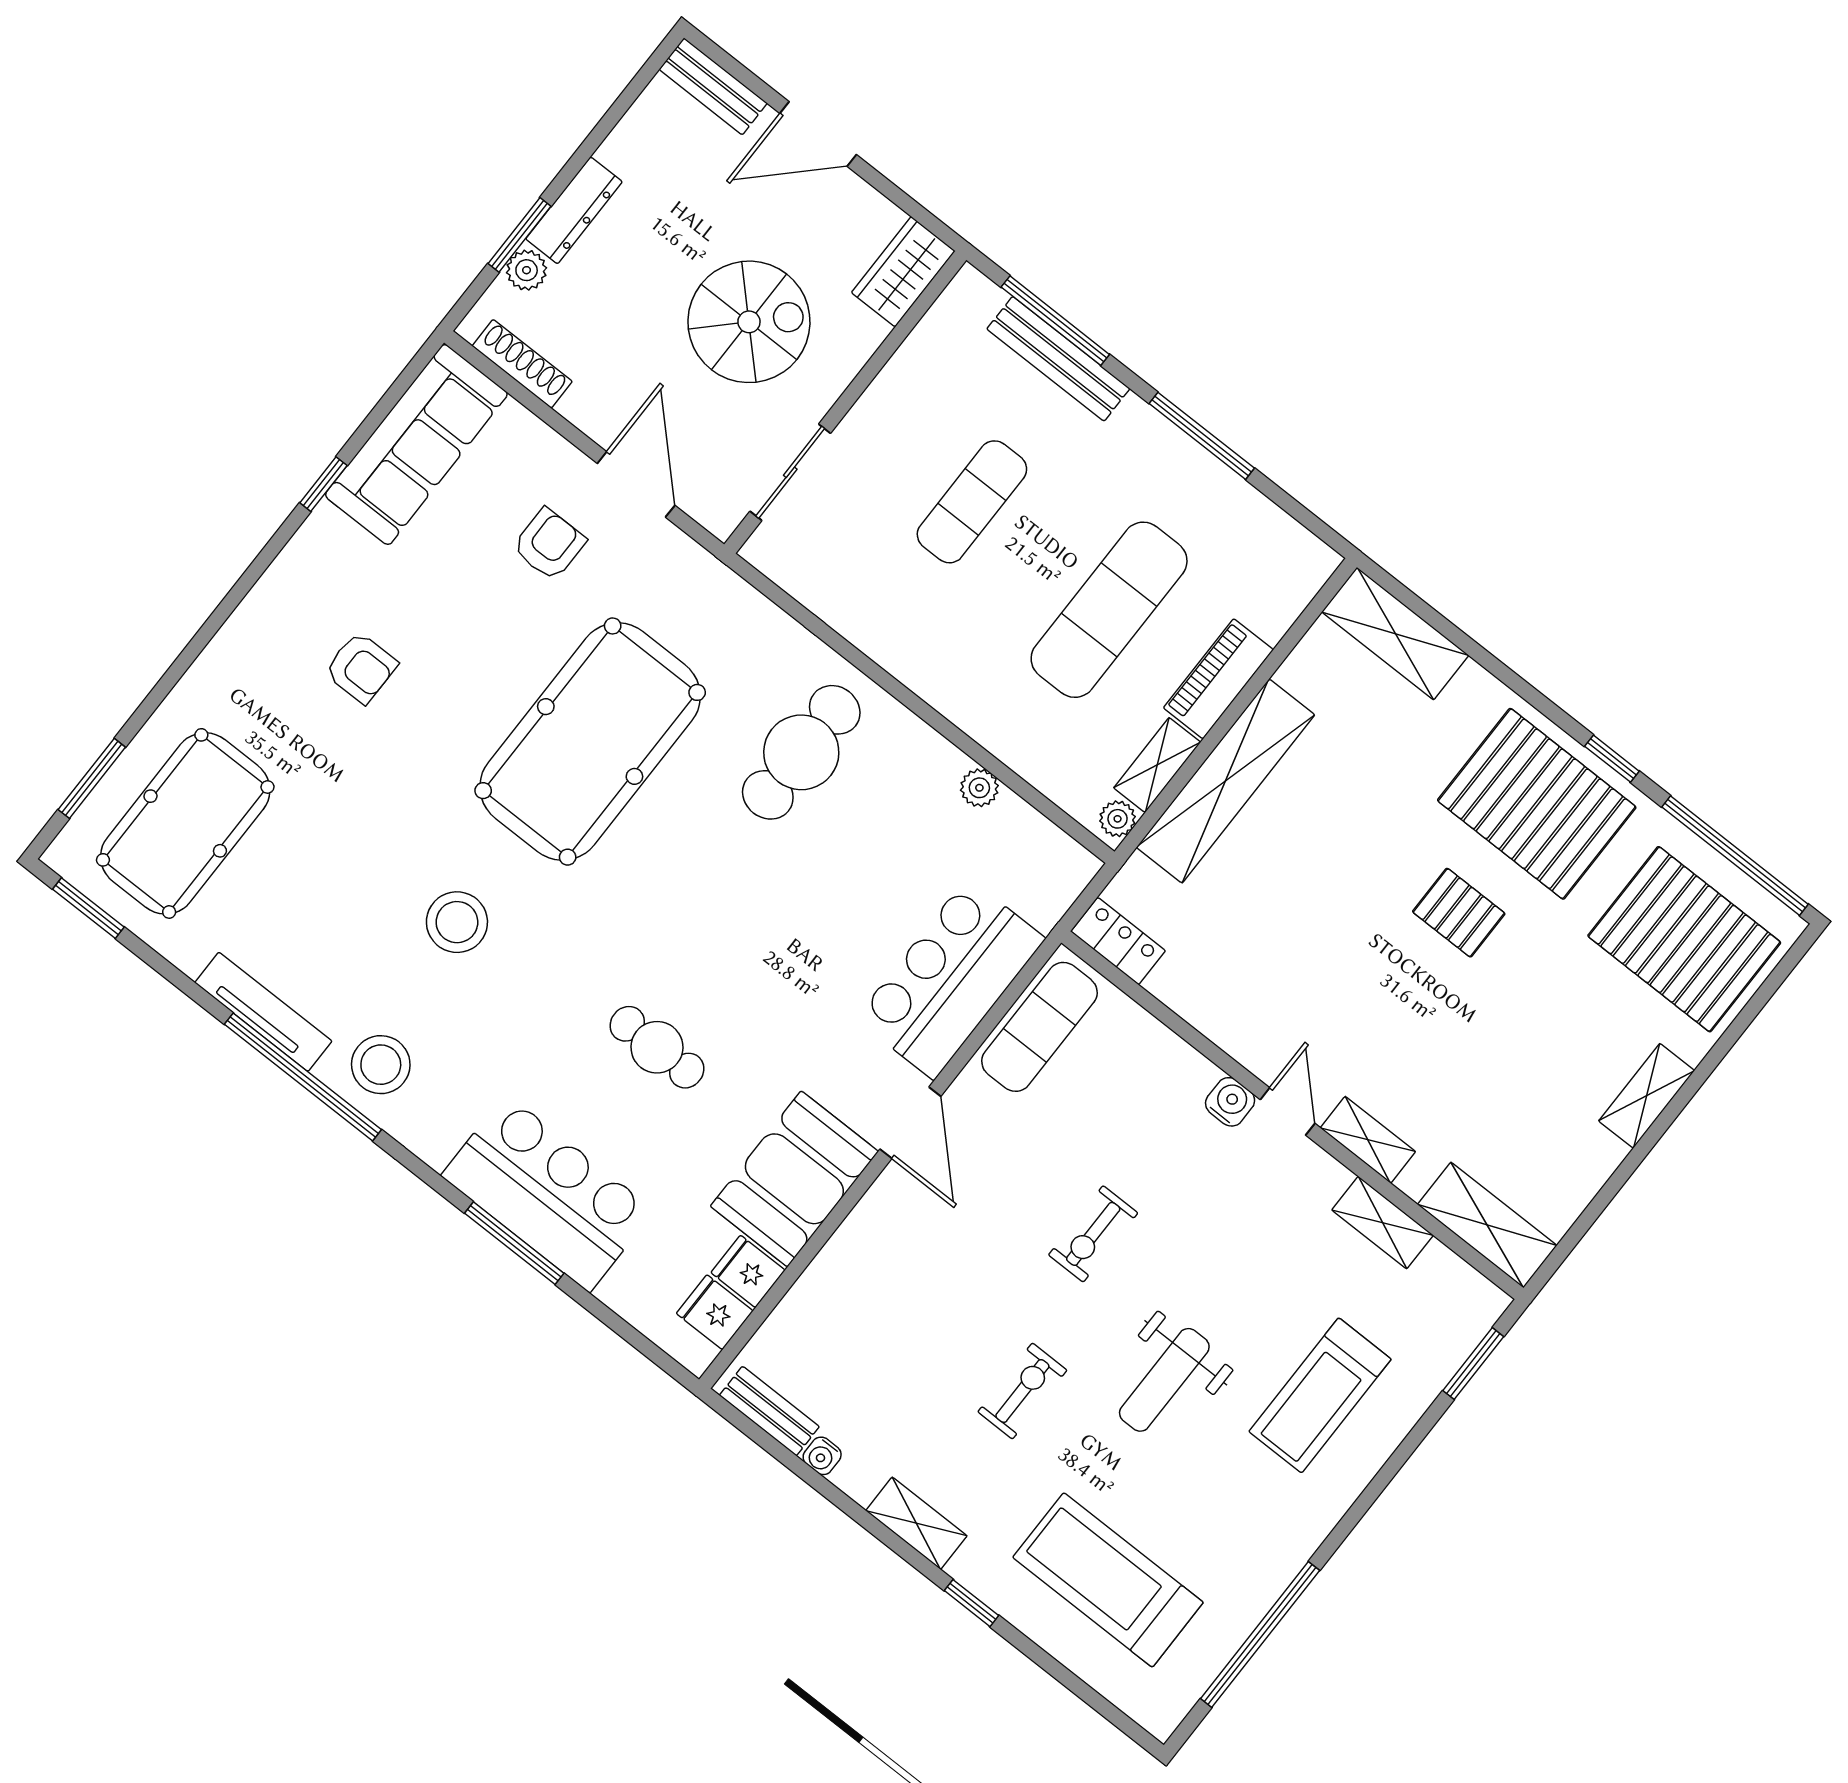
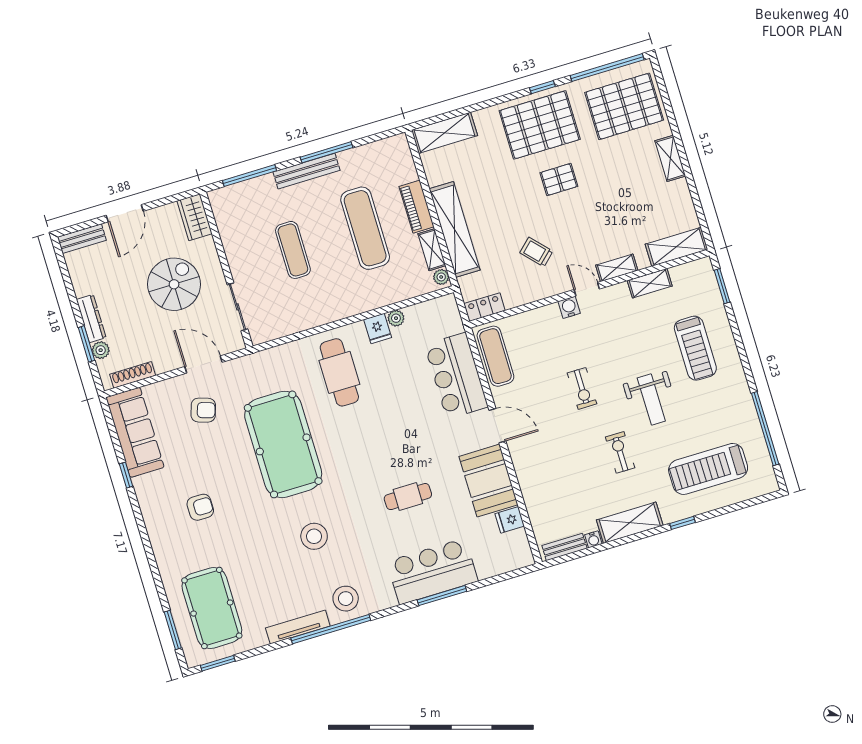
bench: (1058, 359) -> (306, 171), moved
armchair: (549, 544) -> (203, 410), turned 108
trolley: (1291, 966) -> (536, 252), added
fridge: (715, 1312) -> (378, 328), moved, turned -90
shelving: (916, 1523) -> (630, 523), width x1.50, depth x1.33

